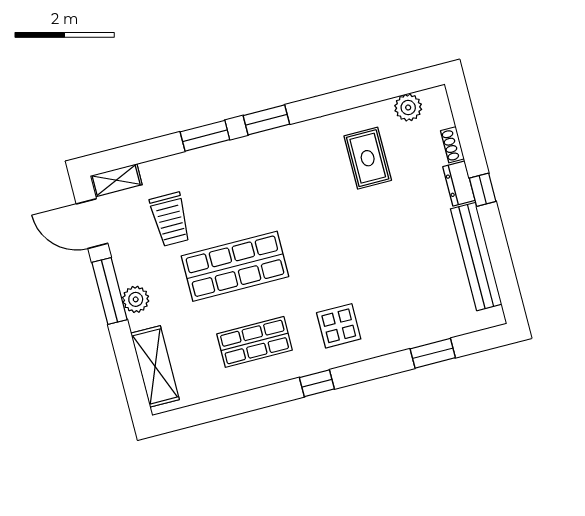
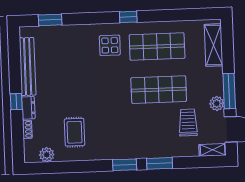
plant: (136, 299) -> (217, 103), moved
shop shelf: (255, 342) -> (157, 47), width x1.43, depth x1.36
window: (433, 353) -> (50, 20), moved

